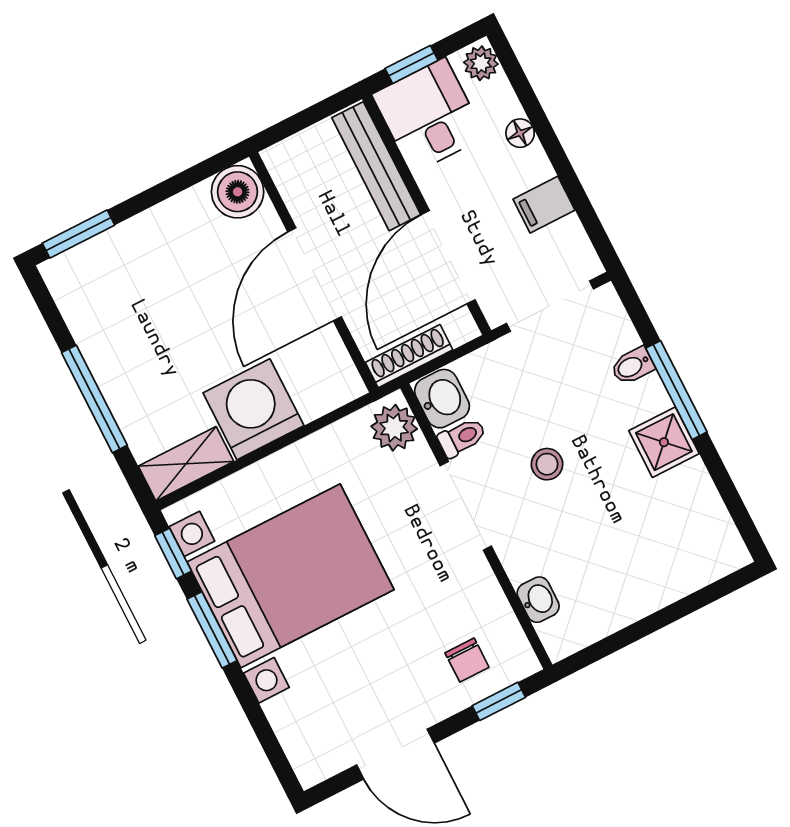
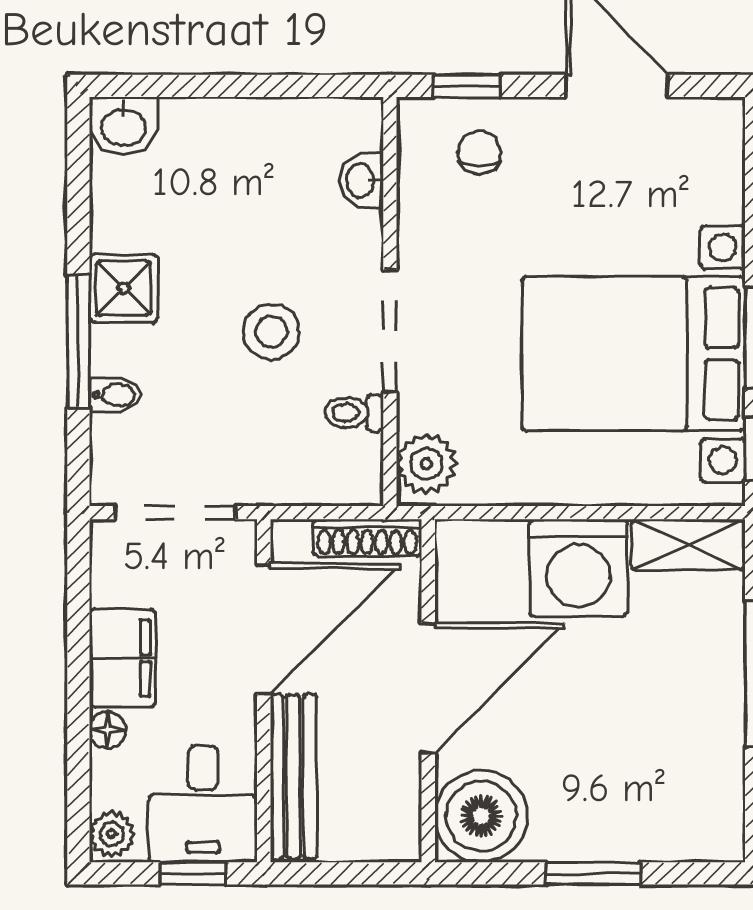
boiler: (238, 192) -> (481, 816), width x1.37, depth x1.37
filing cabinet: (544, 205) -> (122, 658), width x2.00
window: (78, 234) -> (593, 873), moved
washbasin: (442, 399) -> (124, 126), moved, turned -90
stool: (547, 464) -> (271, 332), width x1.37, depth x1.37

